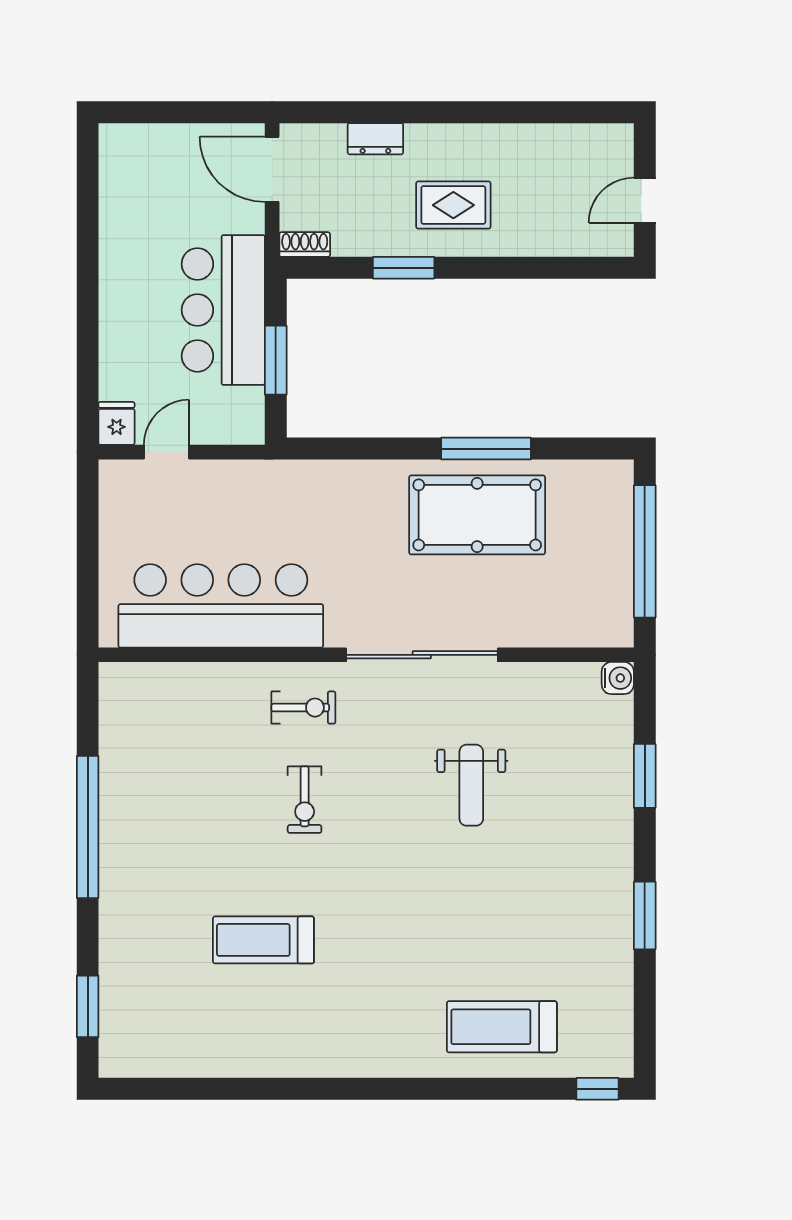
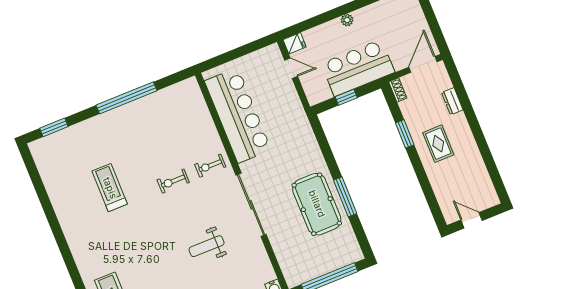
plant: (113, 292) -> (347, 20), added
window: (276, 360) -> (346, 97), width x0.67
exercise bike: (303, 708) -> (210, 166), turned 90

